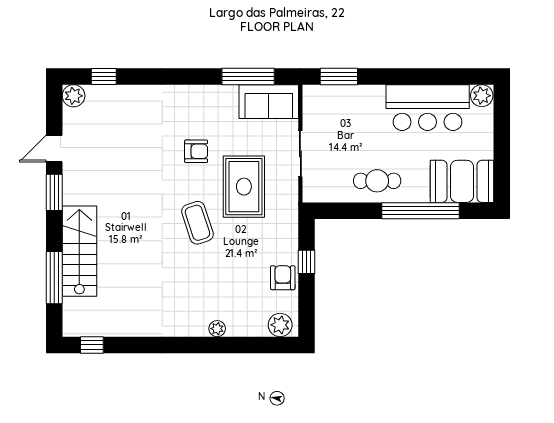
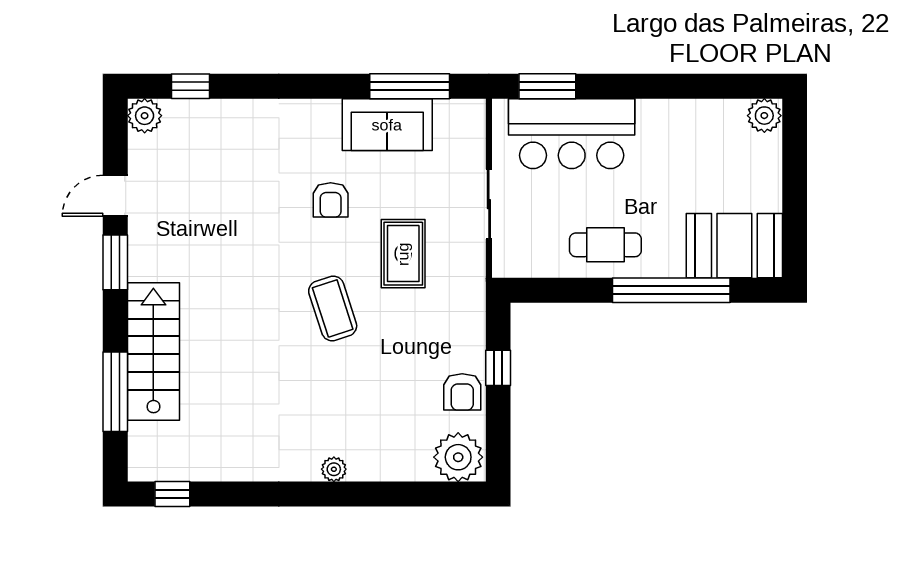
sofa: (269, 102) -> (387, 125), moved
bar counter: (428, 108) -> (572, 134), moved
armchair: (196, 151) -> (331, 200), turned 90
rug: (244, 187) -> (403, 254), width x0.73, depth x0.70
armchair: (283, 278) -> (462, 392), turned 180
plant: (280, 325) -> (458, 457), width x1.36, depth x1.36
plant: (217, 329) -> (334, 469), moved

